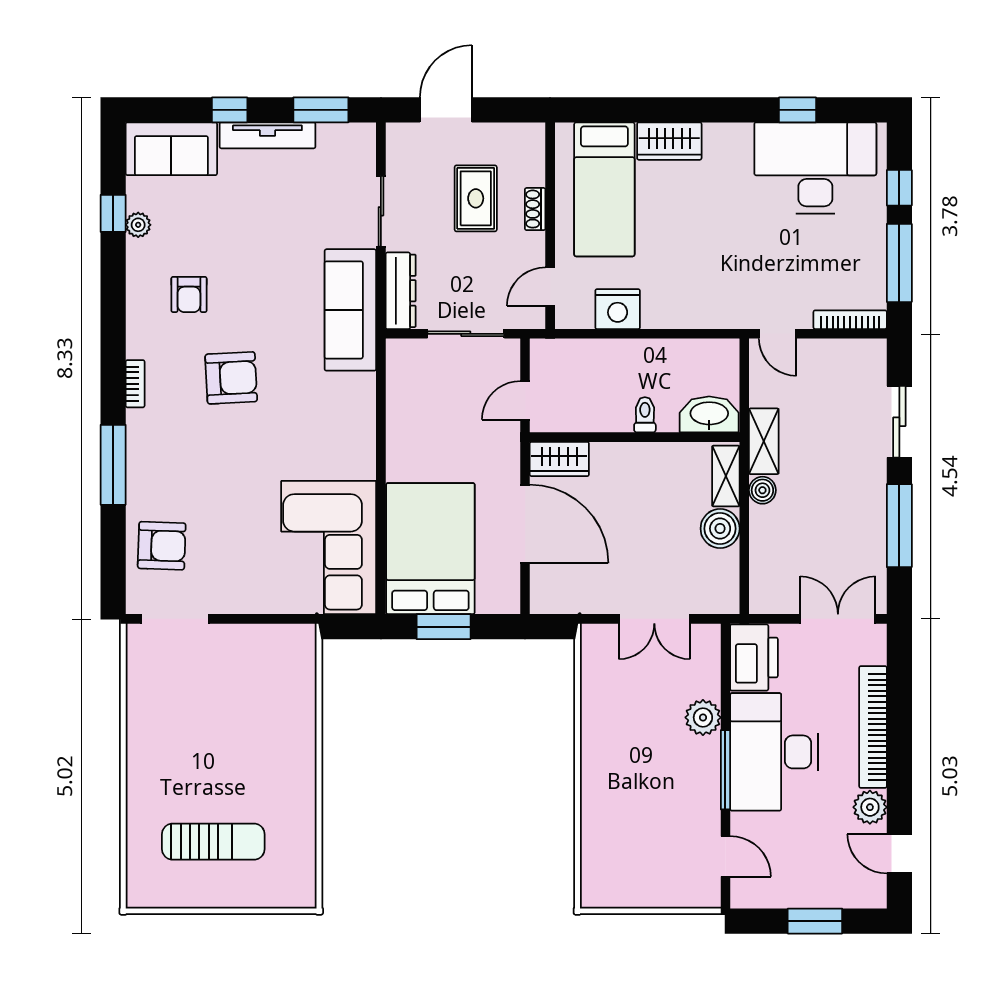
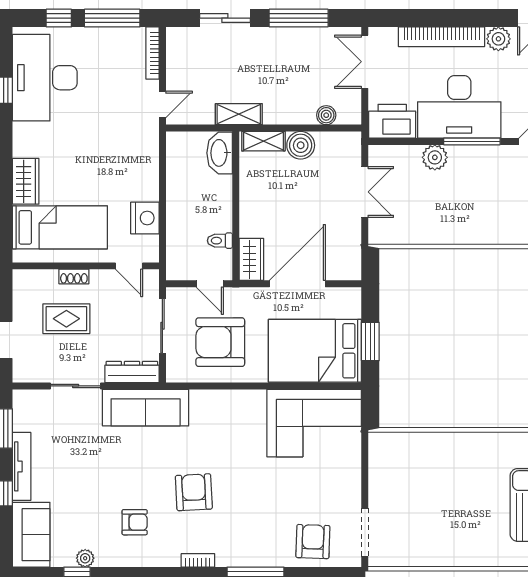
armchair: (443, 415) -> (220, 342), added
toilet: (645, 415) -> (220, 241), moved
boiler: (762, 490) -> (326, 115), moved

